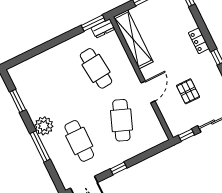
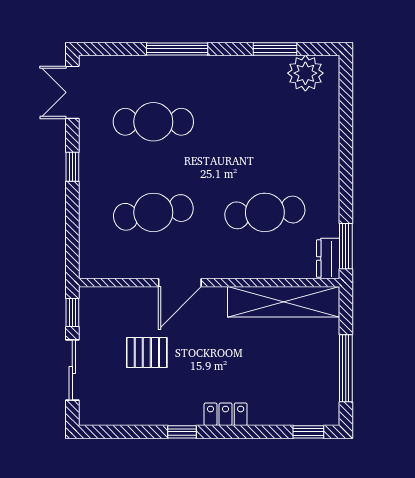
door: (148, 92) -> (180, 283), hinge flipped
cafe table: (121, 120) -> (153, 212), turned -30
plant: (44, 126) -> (305, 73), moved

